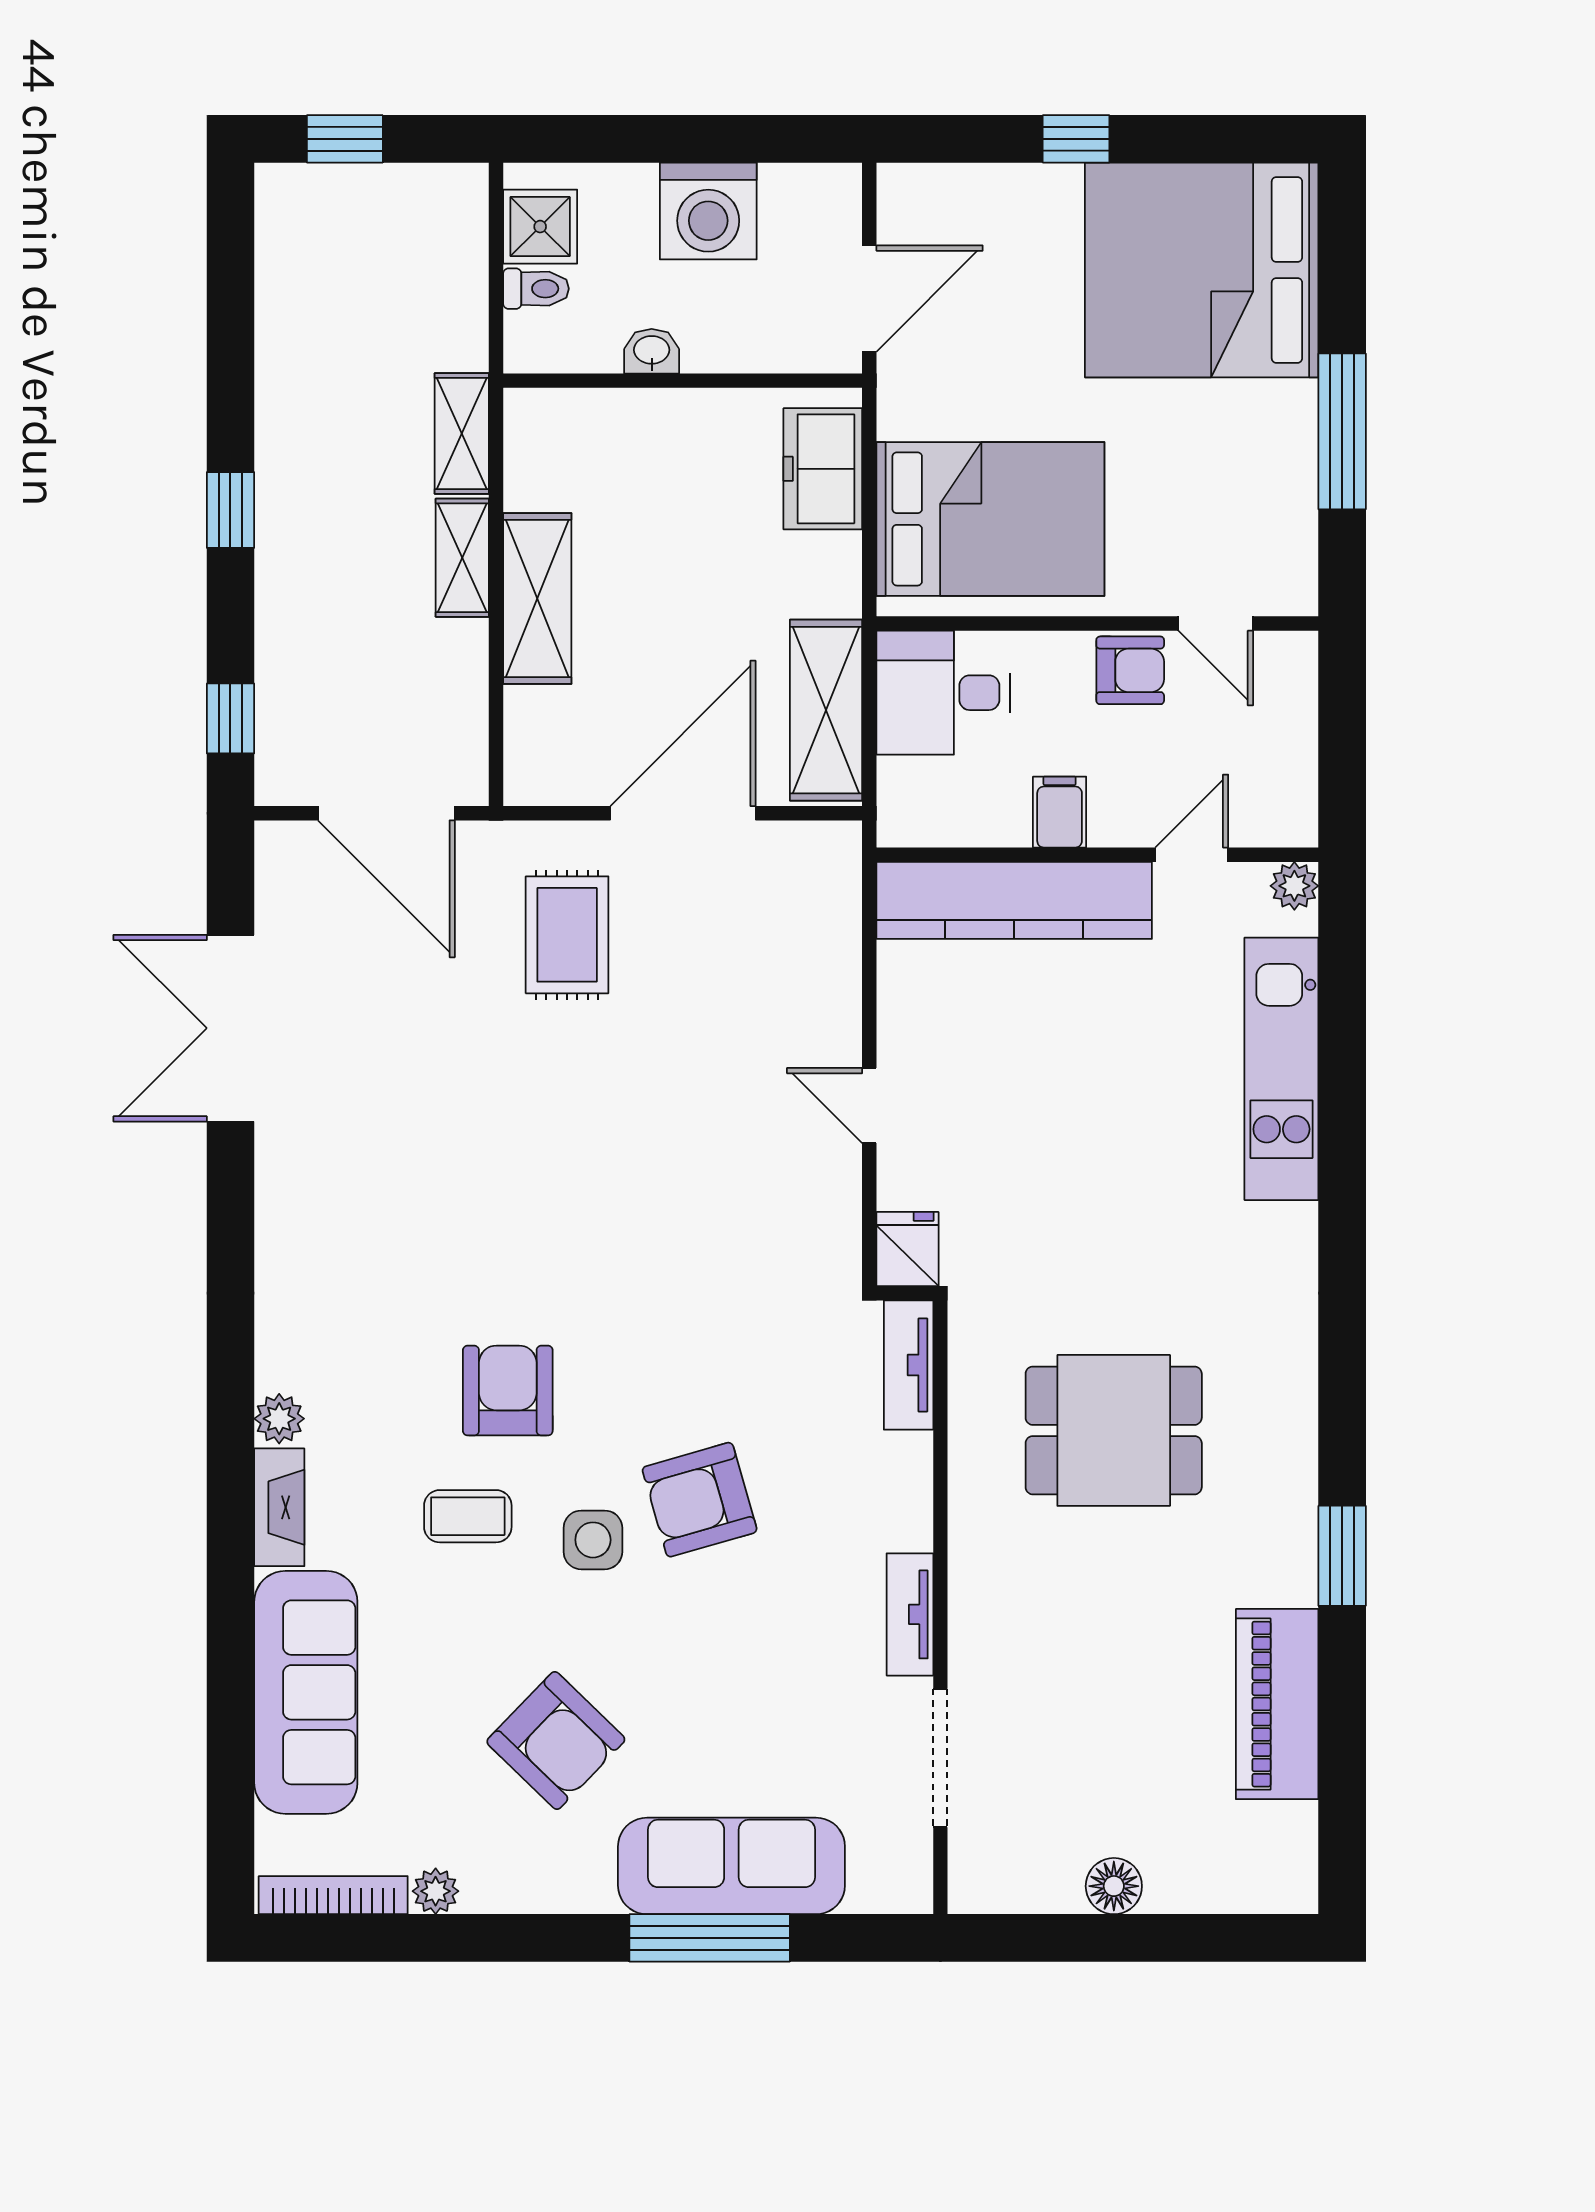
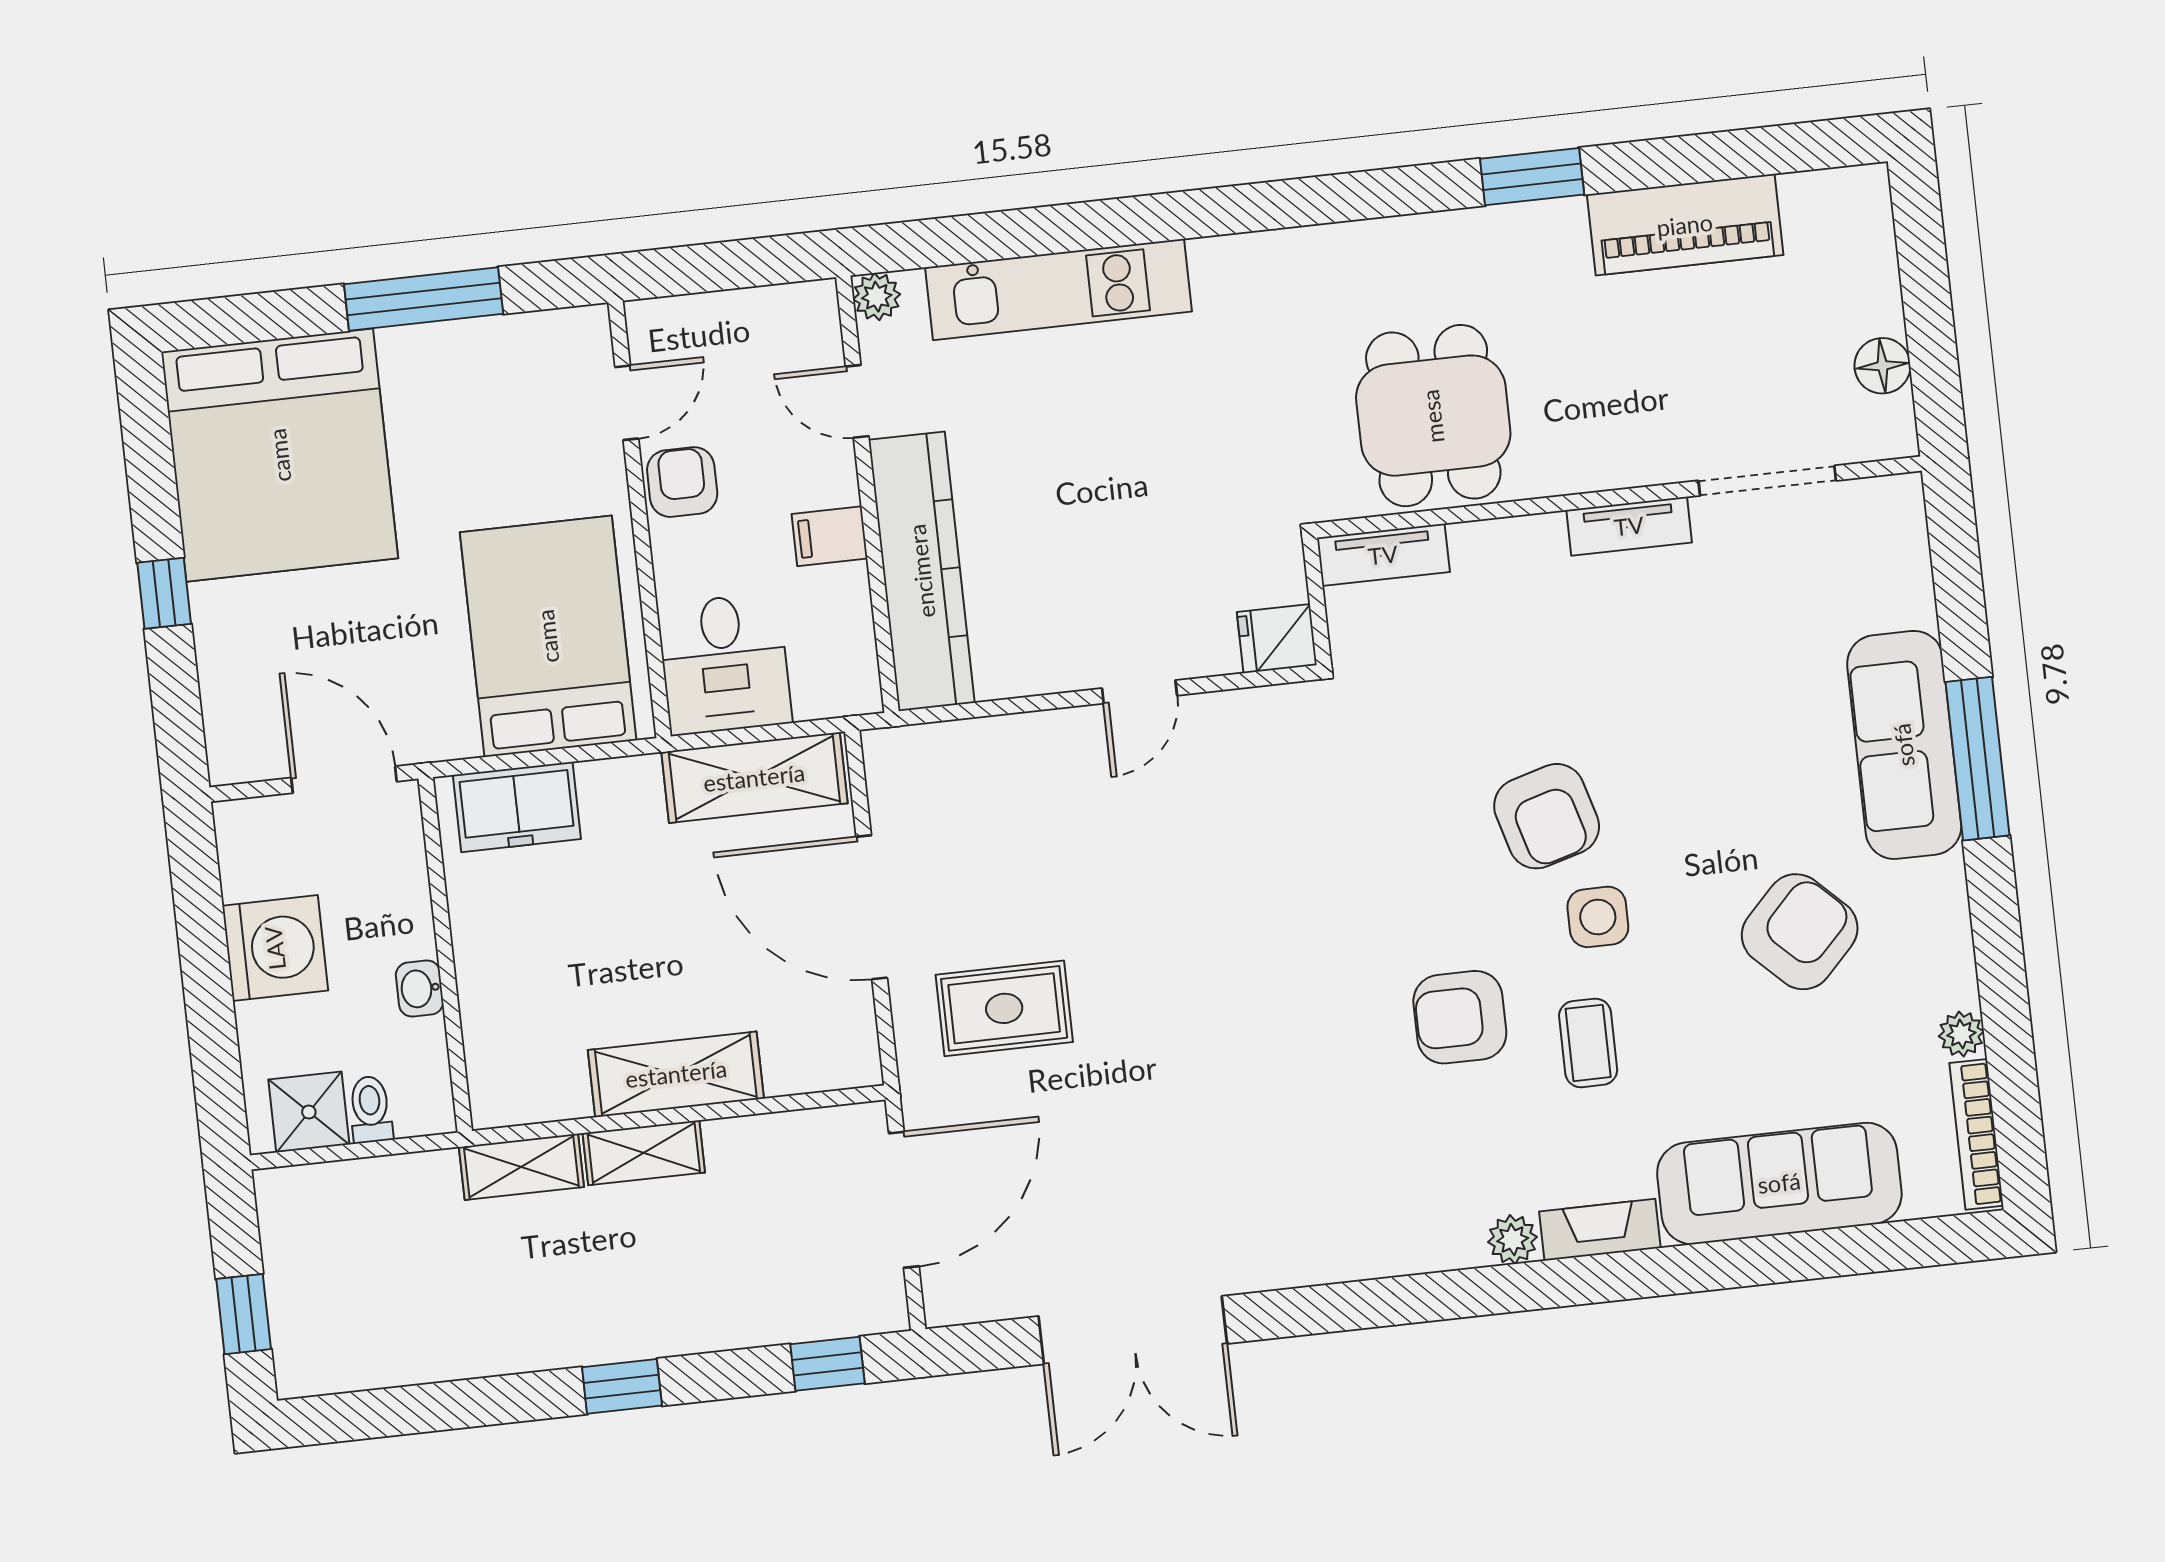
tv unit: (909, 1365) -> (1383, 555), moved
wall: (940, 1607) -> (1619, 497), moved
tv unit: (910, 1614) -> (1629, 526), moved
doorway: (940, 1758) -> (1767, 481), moved

